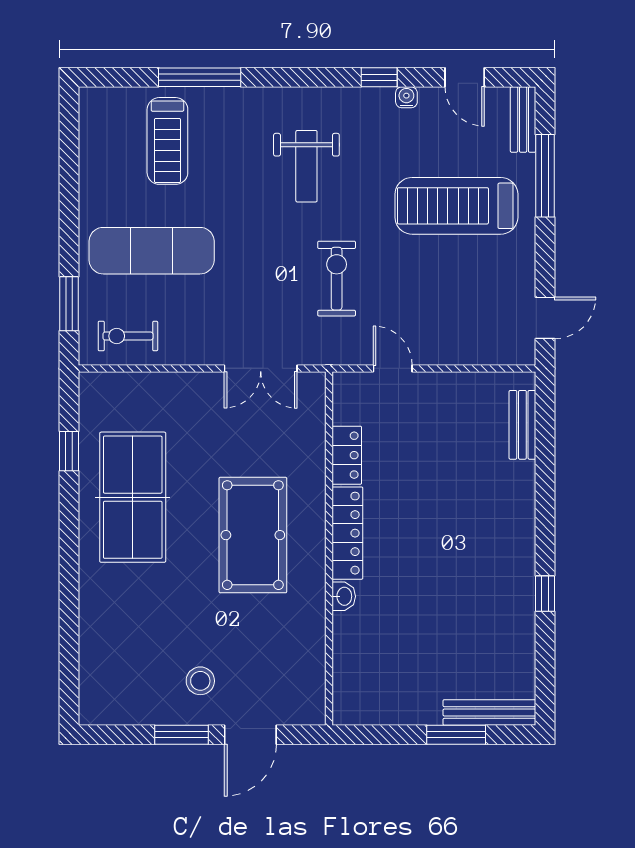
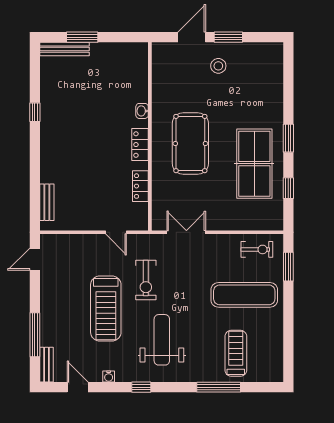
window: (379, 77) -> (141, 387), moved
weight bench: (306, 166) -> (162, 340), width x1.36, depth x1.33
treadmill: (456, 206) -> (106, 309), moved, turned 90
locker: (347, 533) -> (140, 145), width x0.66
window: (69, 545) -> (288, 138), added

